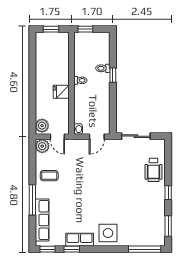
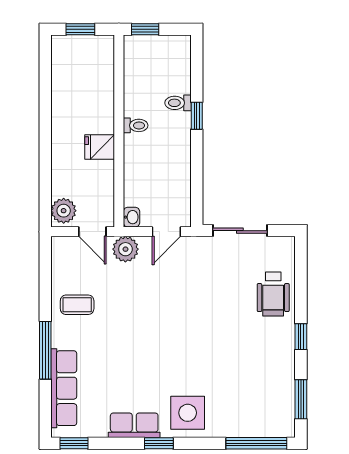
plant: (42, 146) -> (125, 249), moved
window: (72, 249) -> (159, 443), moved

